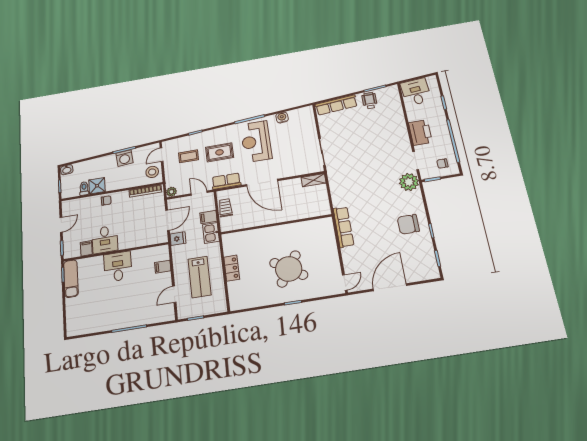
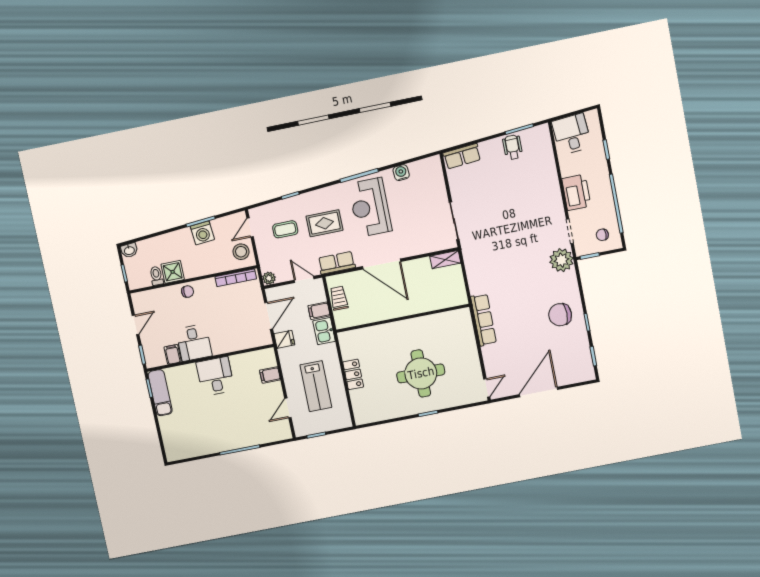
row of seats: (336, 105) -> (462, 156), width x0.68
round table: (289, 269) -> (421, 373), turned -33

